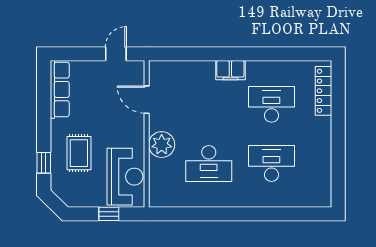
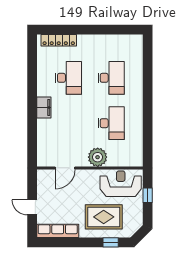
door: (116, 54) -> (32, 207), moved
desk: (271, 104) -> (68, 78), turned 180
rug: (79, 153) -> (104, 217), width x1.36, depth x1.43
desk: (271, 164) -> (111, 78), turned 180

